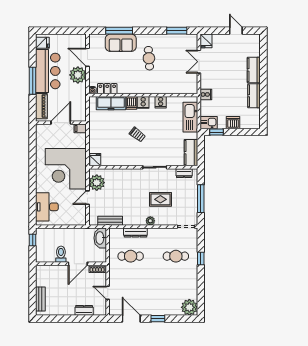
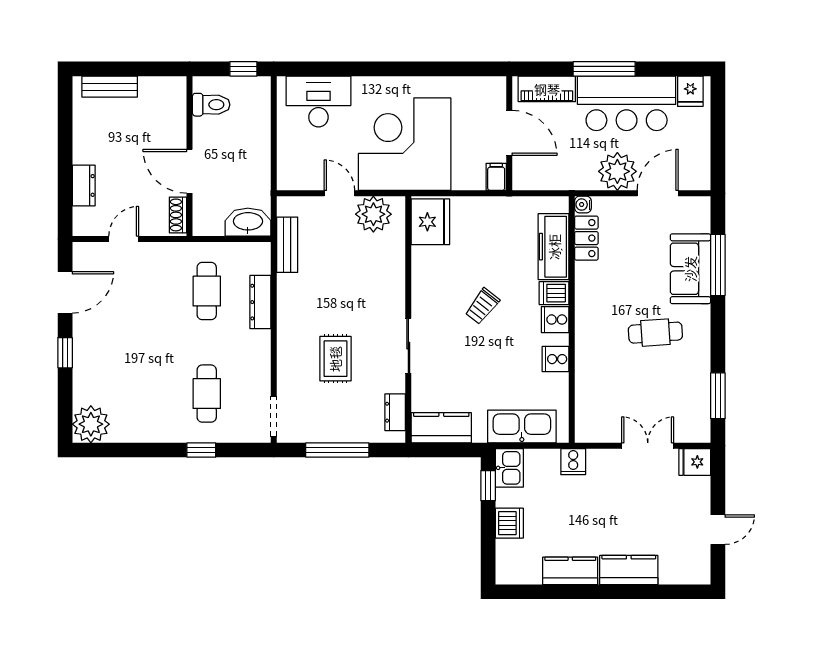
fridge: (95, 160) -> (430, 222), width x1.88, depth x1.34
plant: (150, 221) -> (287, 336), removed
toilet: (61, 254) -> (211, 105), moved

